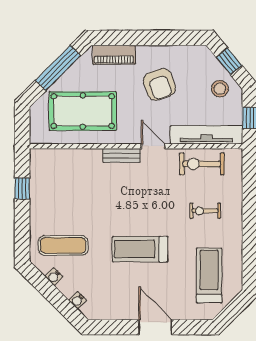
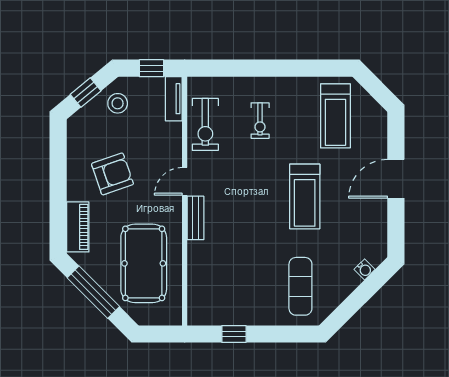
tv unit: (206, 135) -> (174, 99), width x0.52, depth x0.78
treadmill: (209, 275) -> (335, 116), turned -90
water cooler: (54, 277) -> (337, 297), removed

